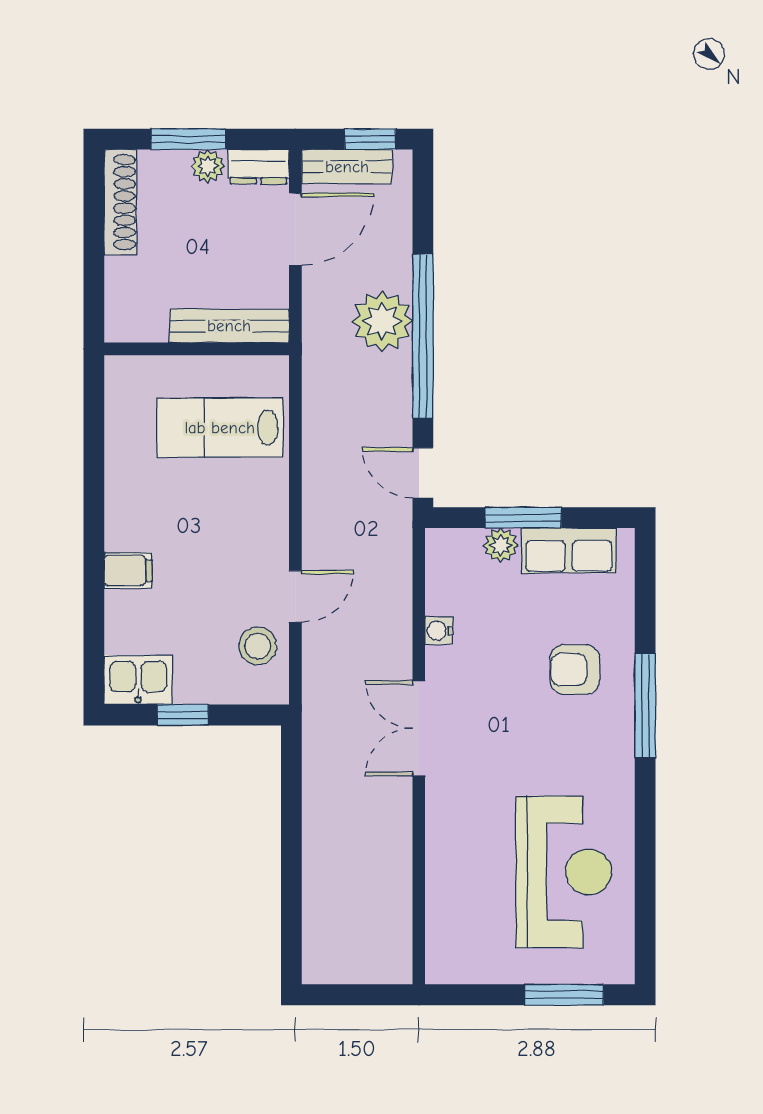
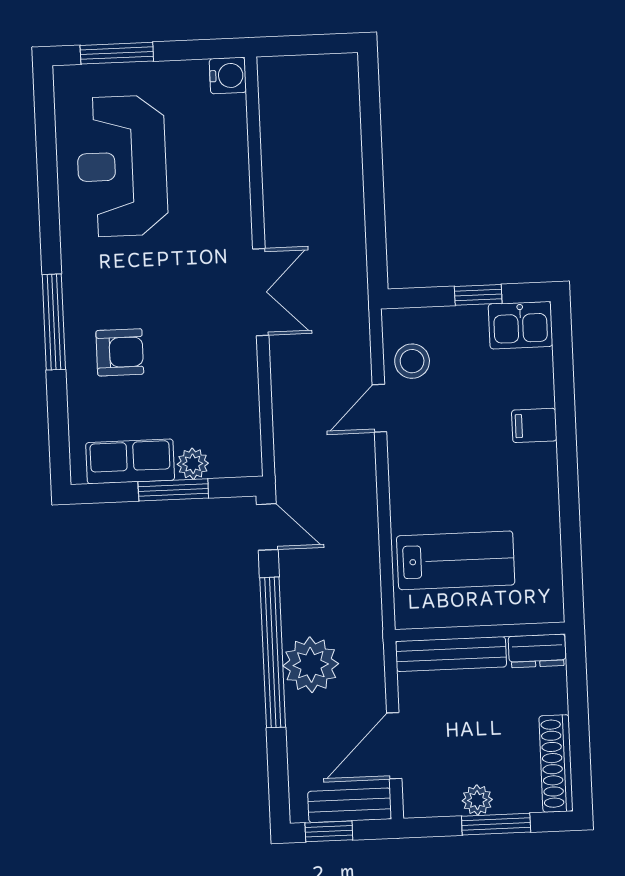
dresser: (258, 167) -> (537, 651), moved, turned 180
water cooler: (439, 631) -> (228, 76), moved, width x1.38, depth x1.38

